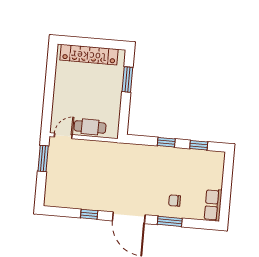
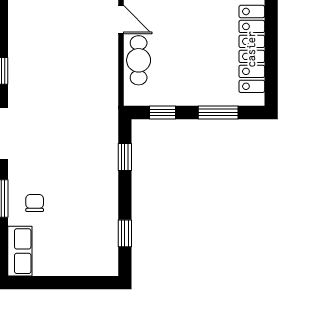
window: (124, 115) -> (163, 112), added
window: (166, 142) -> (125, 157), moved
row of seats: (213, 205) -> (20, 251), moved, turned 90

